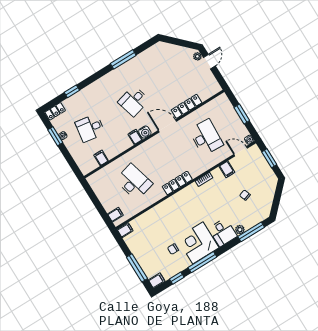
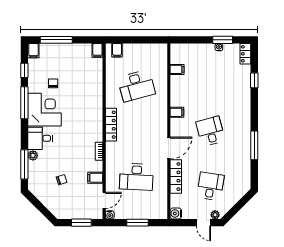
desk: (90, 128) -> (210, 186), moved
water cooler: (145, 132) -> (176, 213), moved

